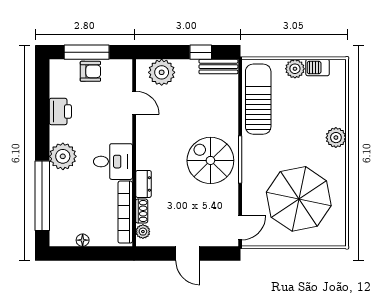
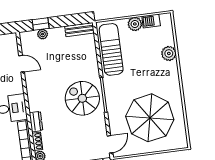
window: (201, 52) -> (41, 24), moved
plant: (162, 72) -> (43, 34), width x0.53, depth x0.53
plant: (336, 138) -> (169, 53), moved

